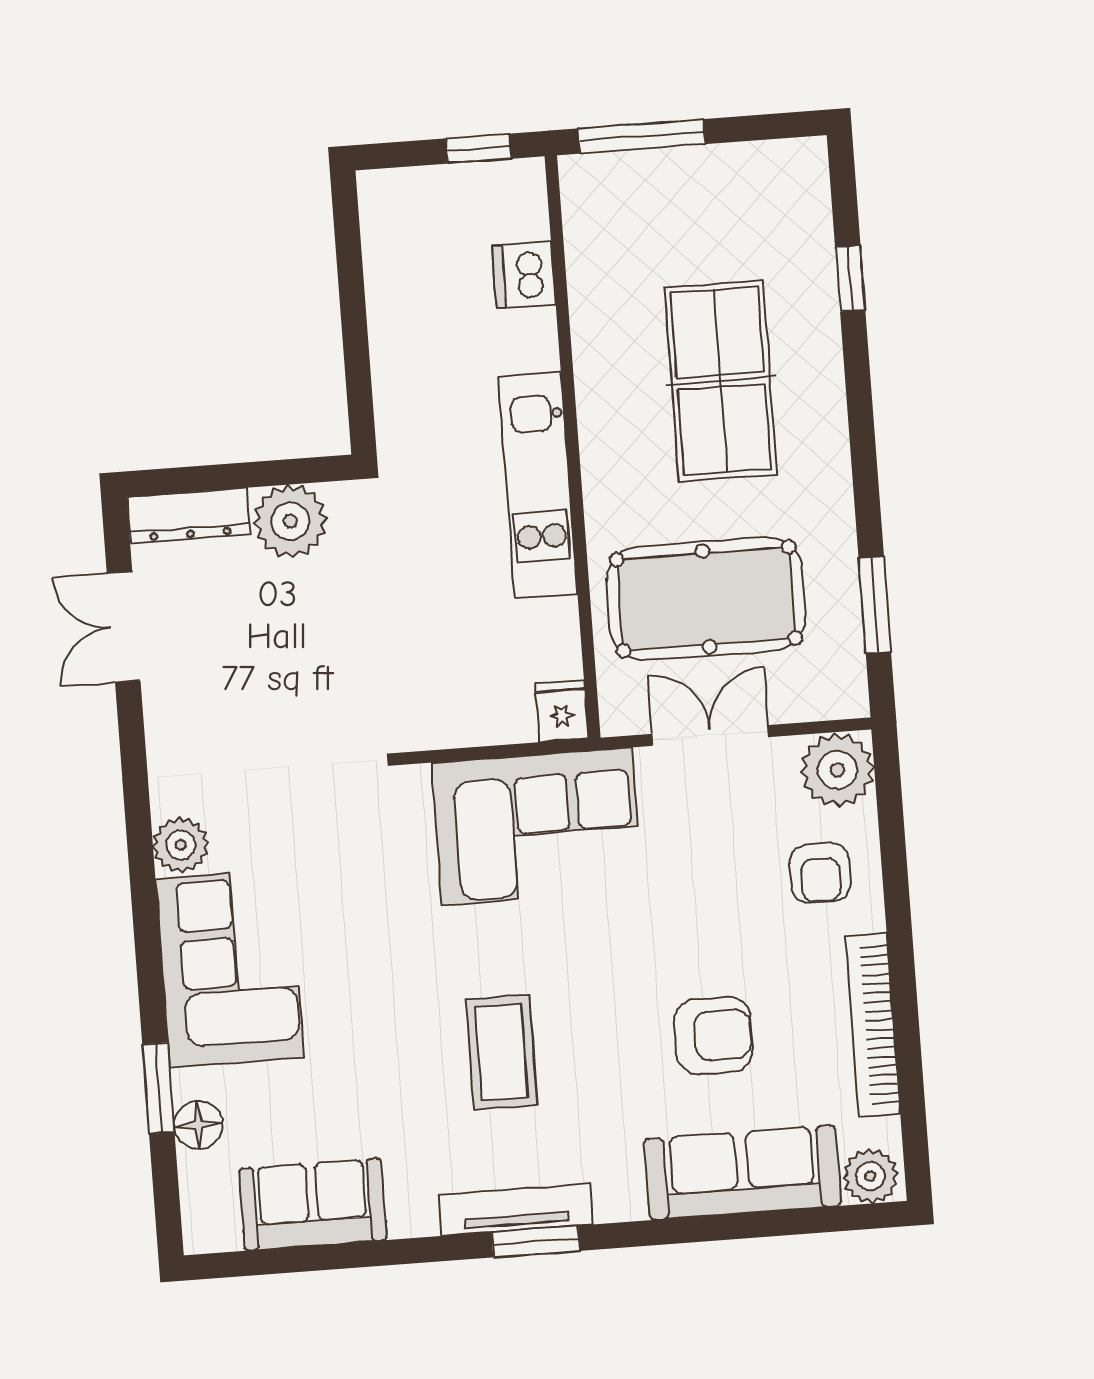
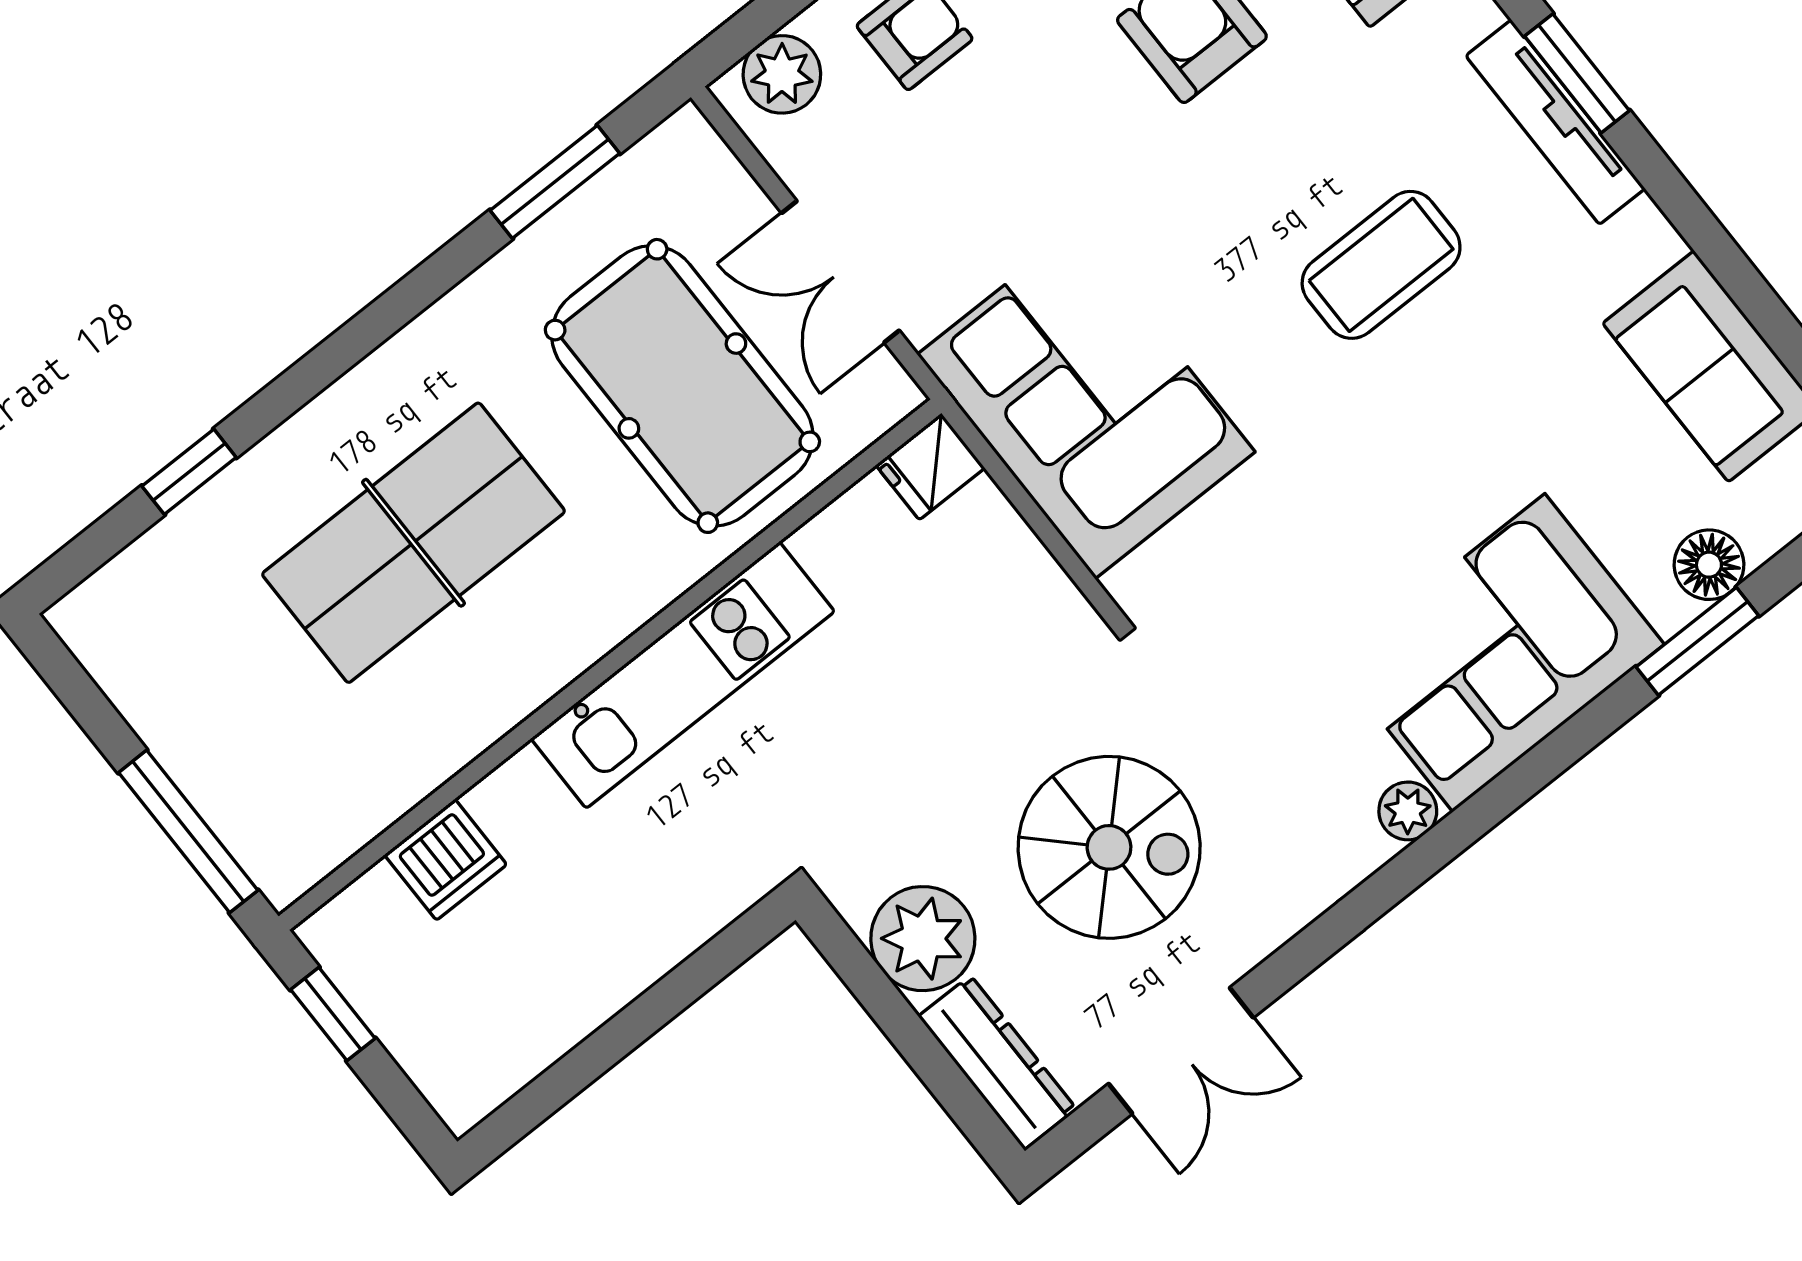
spiral stairs: (270, 665) -> (1109, 847), added
plant: (837, 770) -> (782, 74), width x0.73, depth x0.73
plant: (181, 845) -> (1408, 811), width x0.73, depth x0.73

